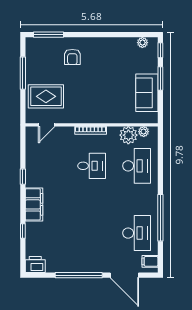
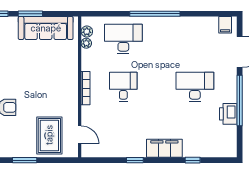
window: (23, 73) -> (25, 160), width x0.69
sofa: (147, 93) -> (46, 28), width x1.36
plant: (128, 135) -> (86, 43), width x0.53, depth x0.53
window: (160, 218) -> (155, 14), moved
desk: (137, 233) -> (195, 87), moved
printer: (35, 264) -> (228, 114), moved

